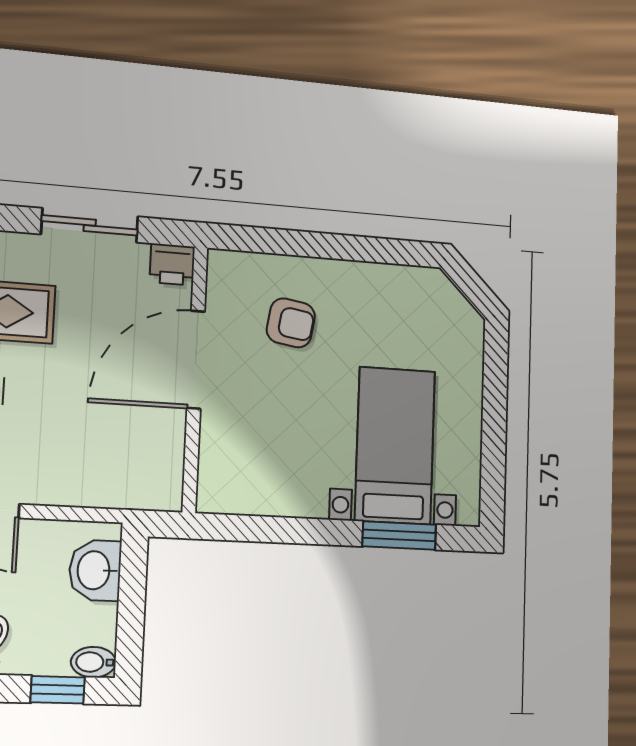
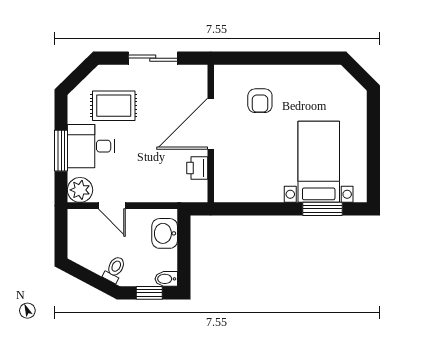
printer: (172, 264) -> (197, 168), moved, turned 90
armchair: (291, 323) -> (260, 101), turned 81

